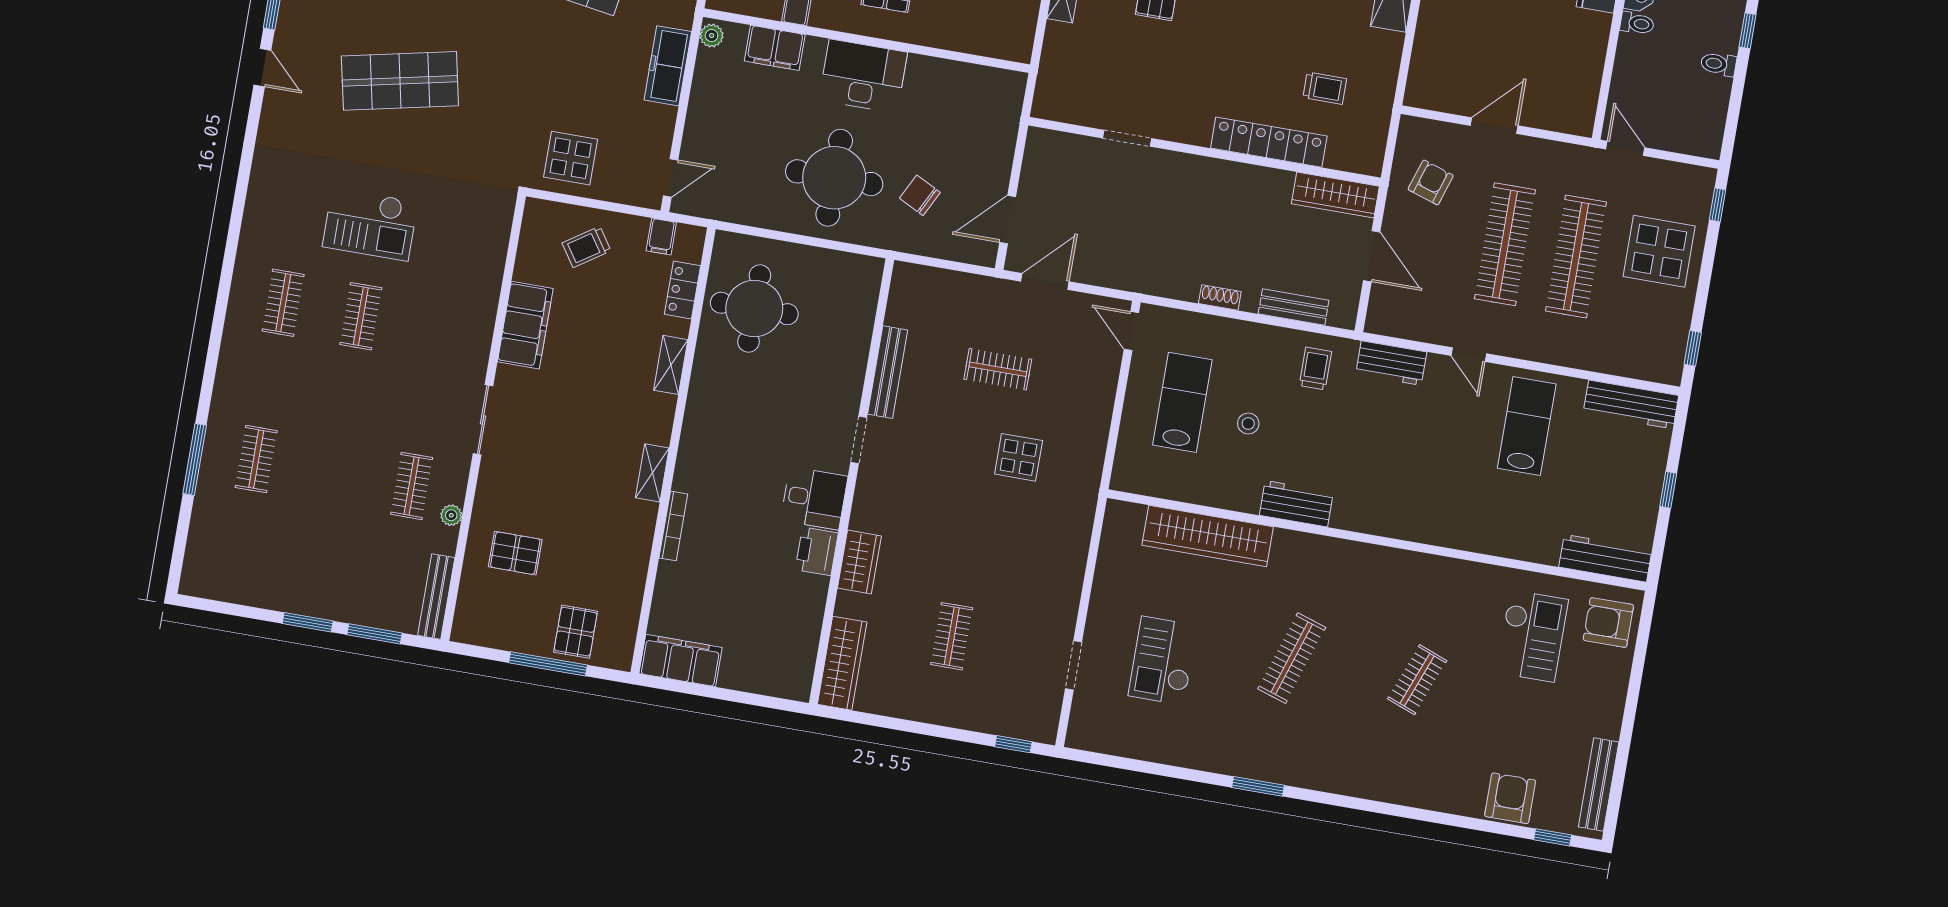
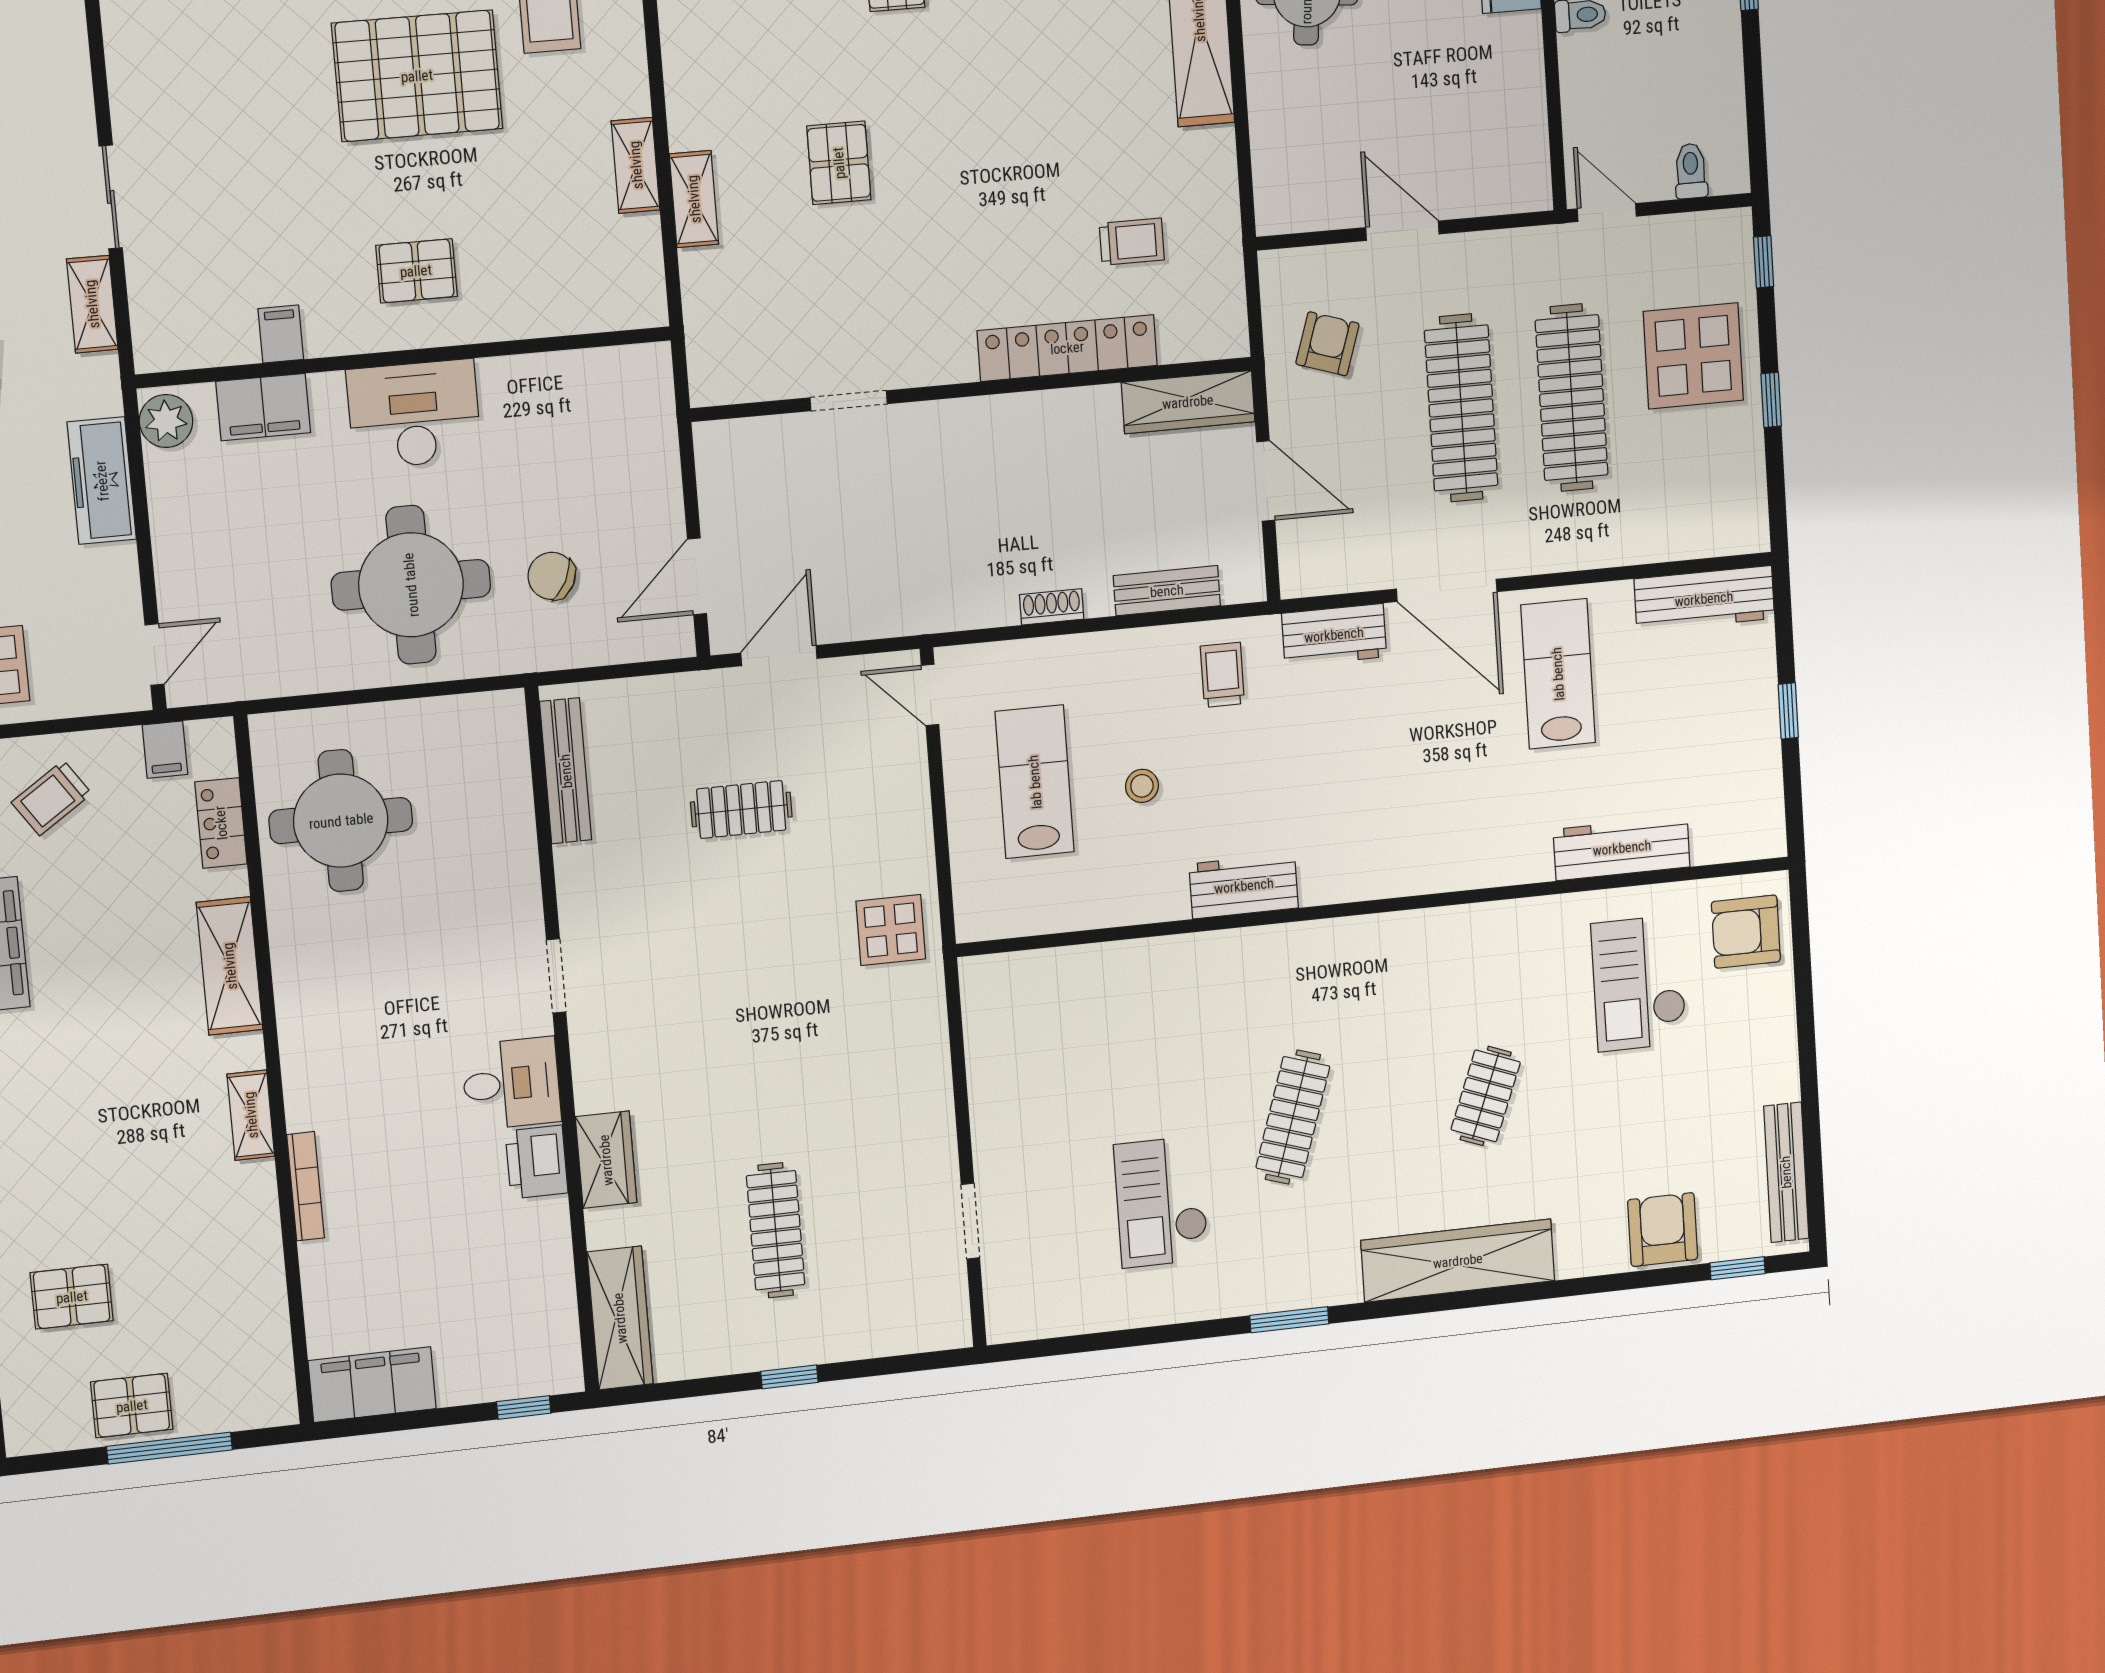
plant: (712, 36) -> (166, 421), width x1.38, depth x1.38
toilet: (1719, 64) -> (1691, 171), moved, turned 90
door: (1494, 126) -> (1402, 231), hinge flipped
window: (1693, 348) -> (1771, 400), moved
door: (1469, 355) -> (1447, 590), width x1.87
shelving: (671, 365) -> (230, 966), width x1.50, depth x1.33
bench: (888, 372) -> (566, 771), moved
display table: (1019, 457) -> (891, 930), moved
wardrobe: (1208, 536) -> (1458, 1261), moved, turned 180
workbench: (1605, 558) -> (1622, 848), moved
pallet: (576, 632) -> (132, 1406), moved, turned 90
clothes rail: (952, 636) -> (776, 1230), width x1.36
checkout: (1532, 636) -> (1639, 983), turned 180
checkout: (1163, 661) -> (1161, 1202), moved
window: (769, 702) -> (524, 1407), added
window: (1013, 744) -> (789, 1377), moved

